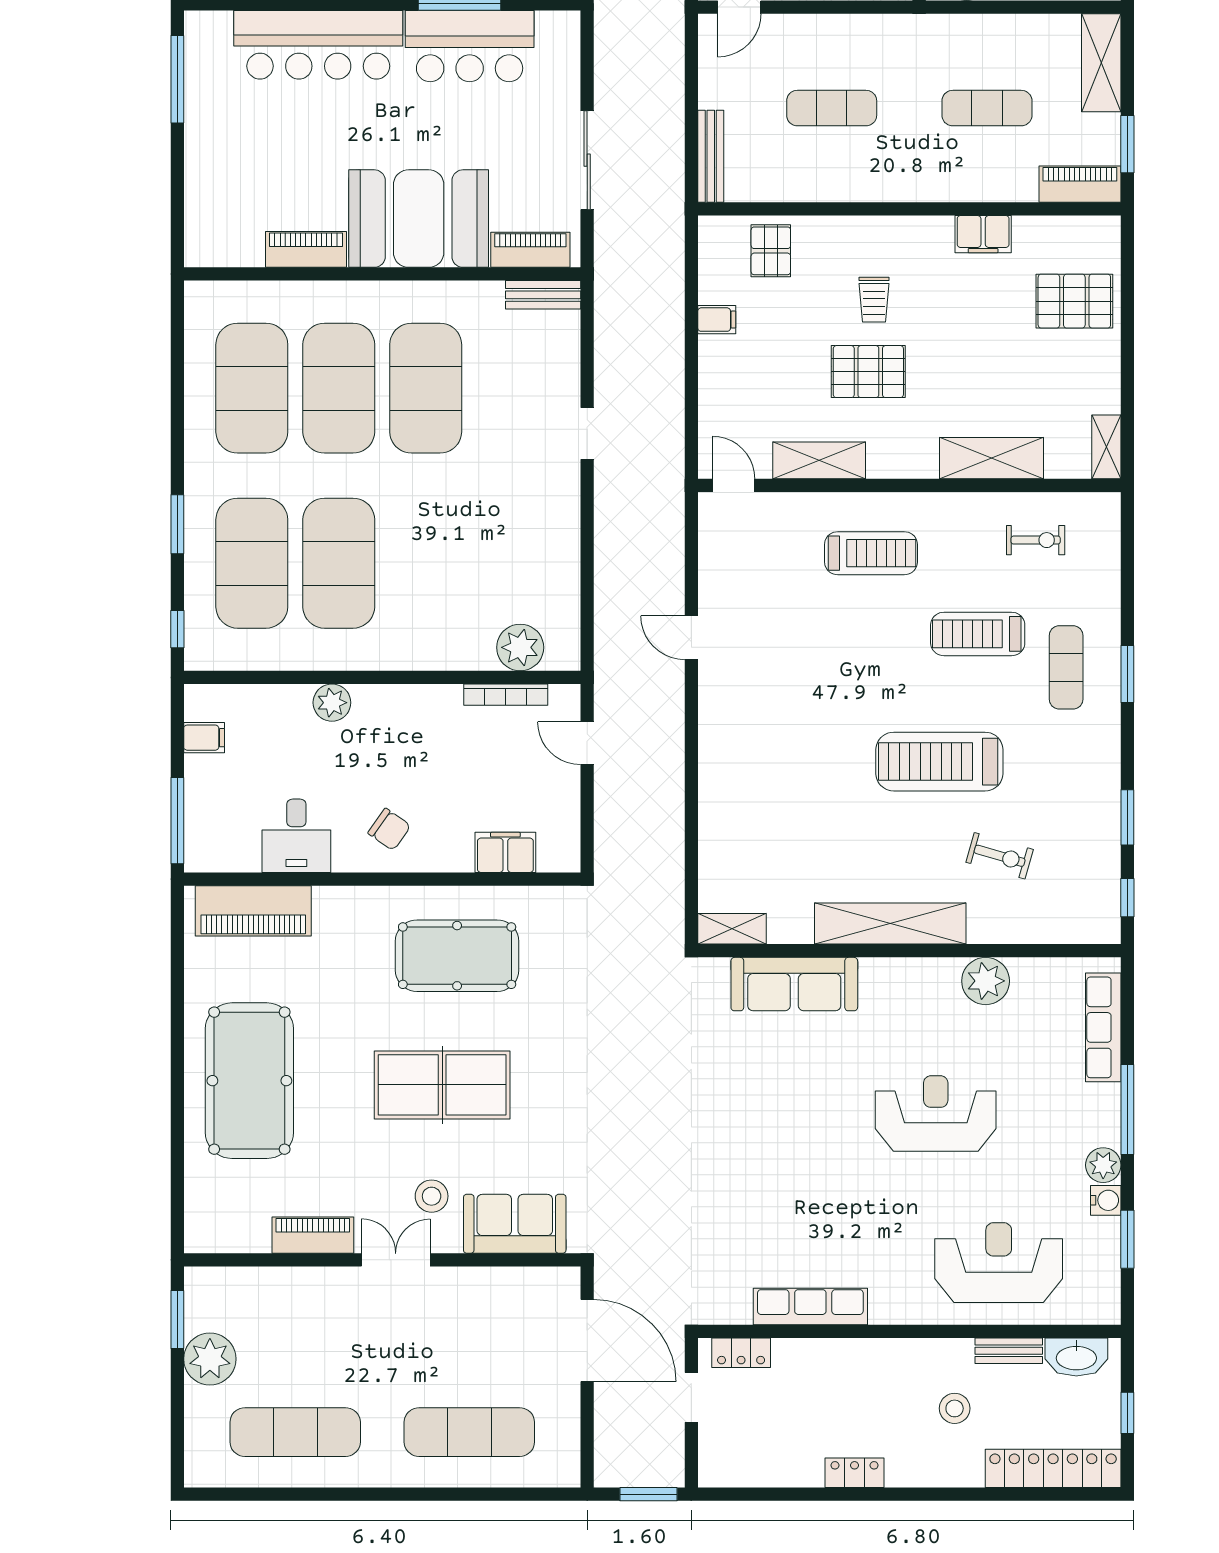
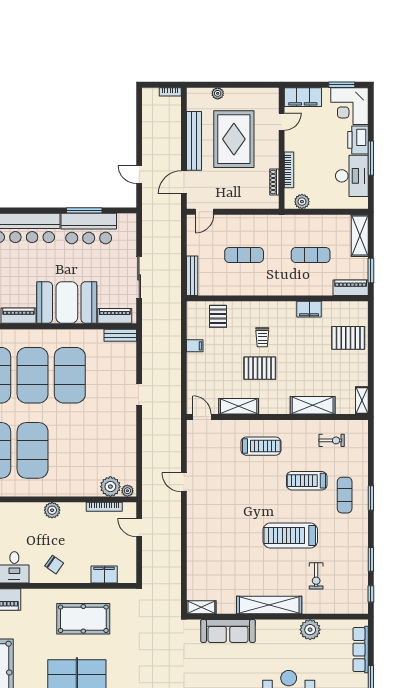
plant: (560, 657) -> (127, 491), added
plant: (332, 703) -> (52, 510), moved
exercise bike: (1000, 856) -> (316, 576), turned 74

